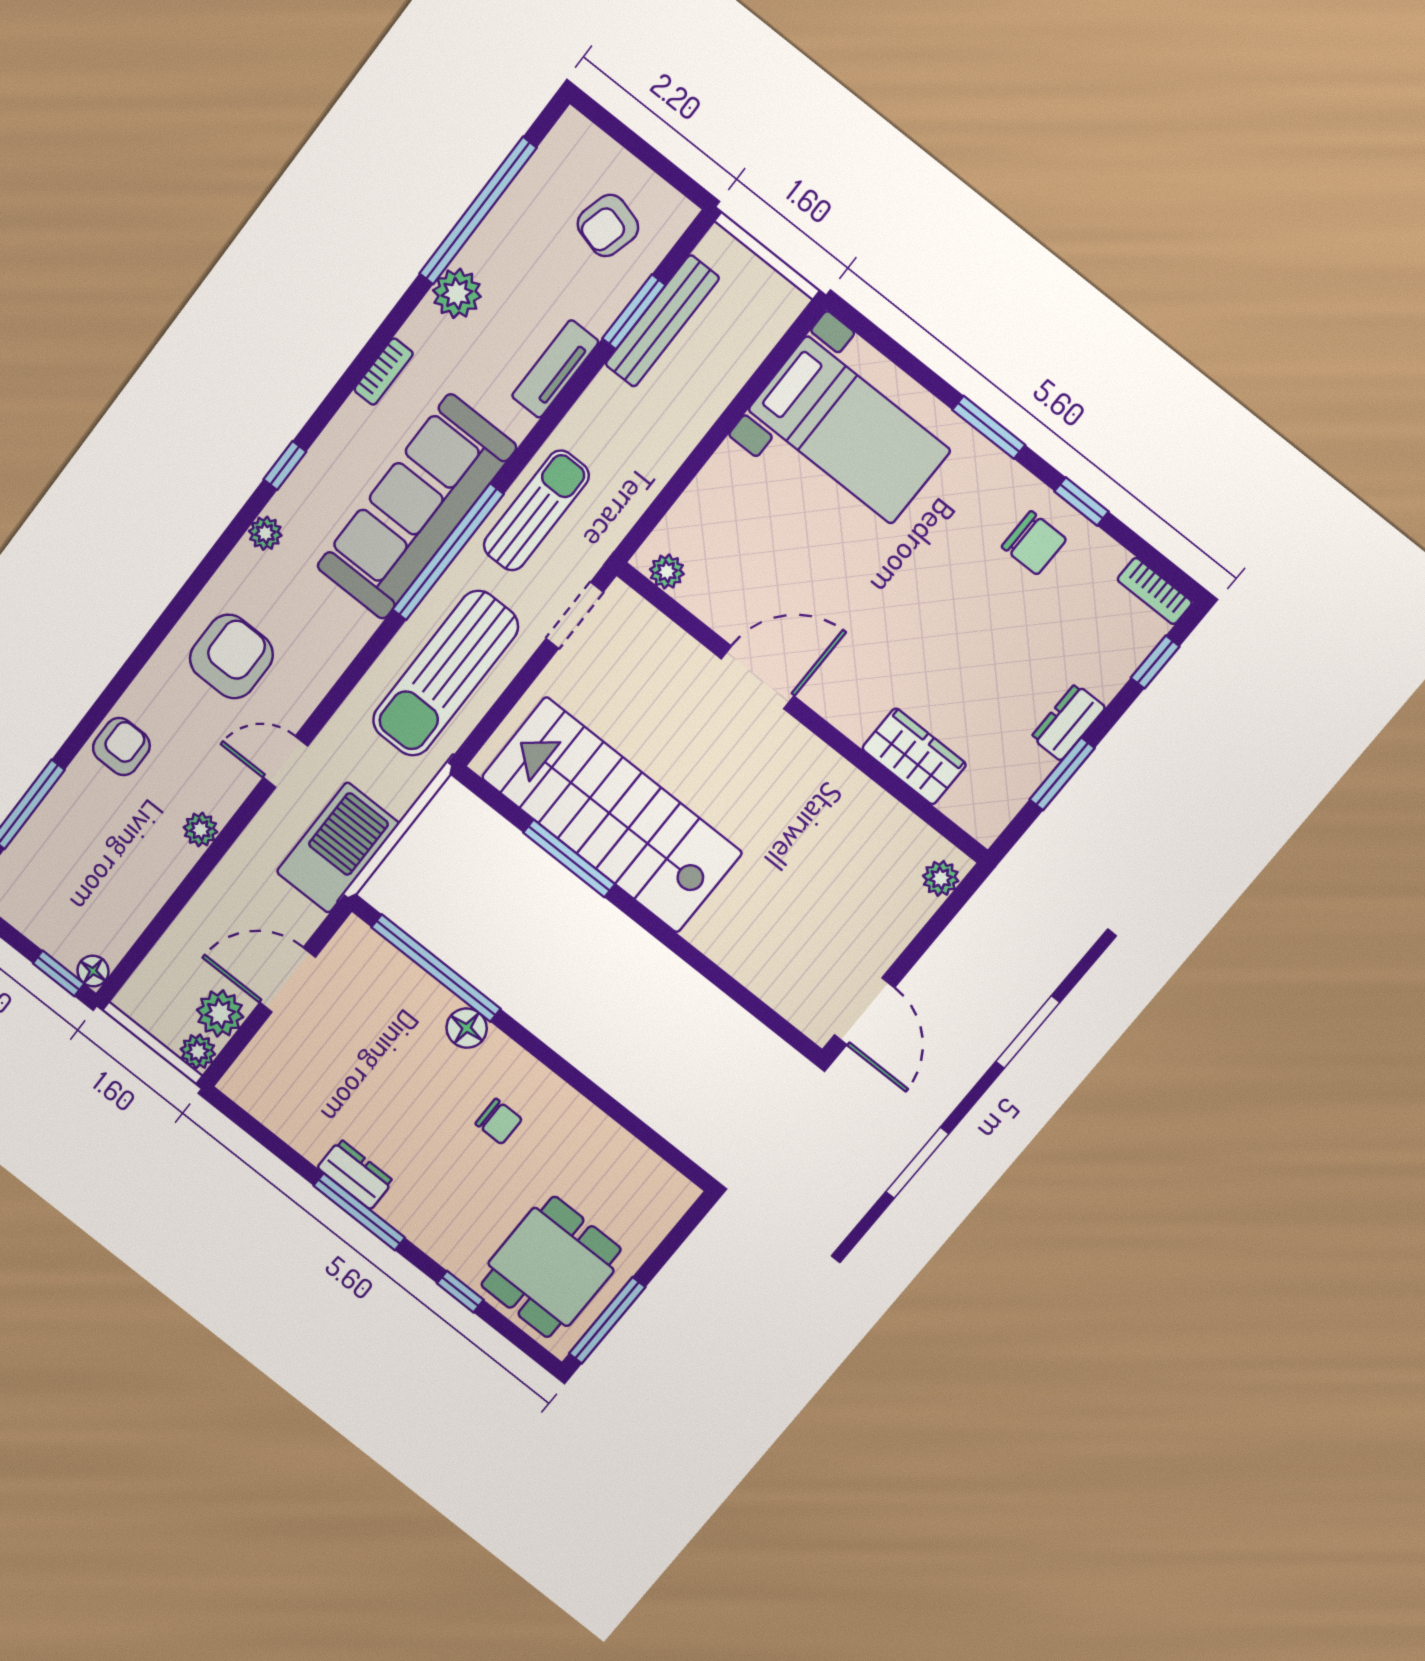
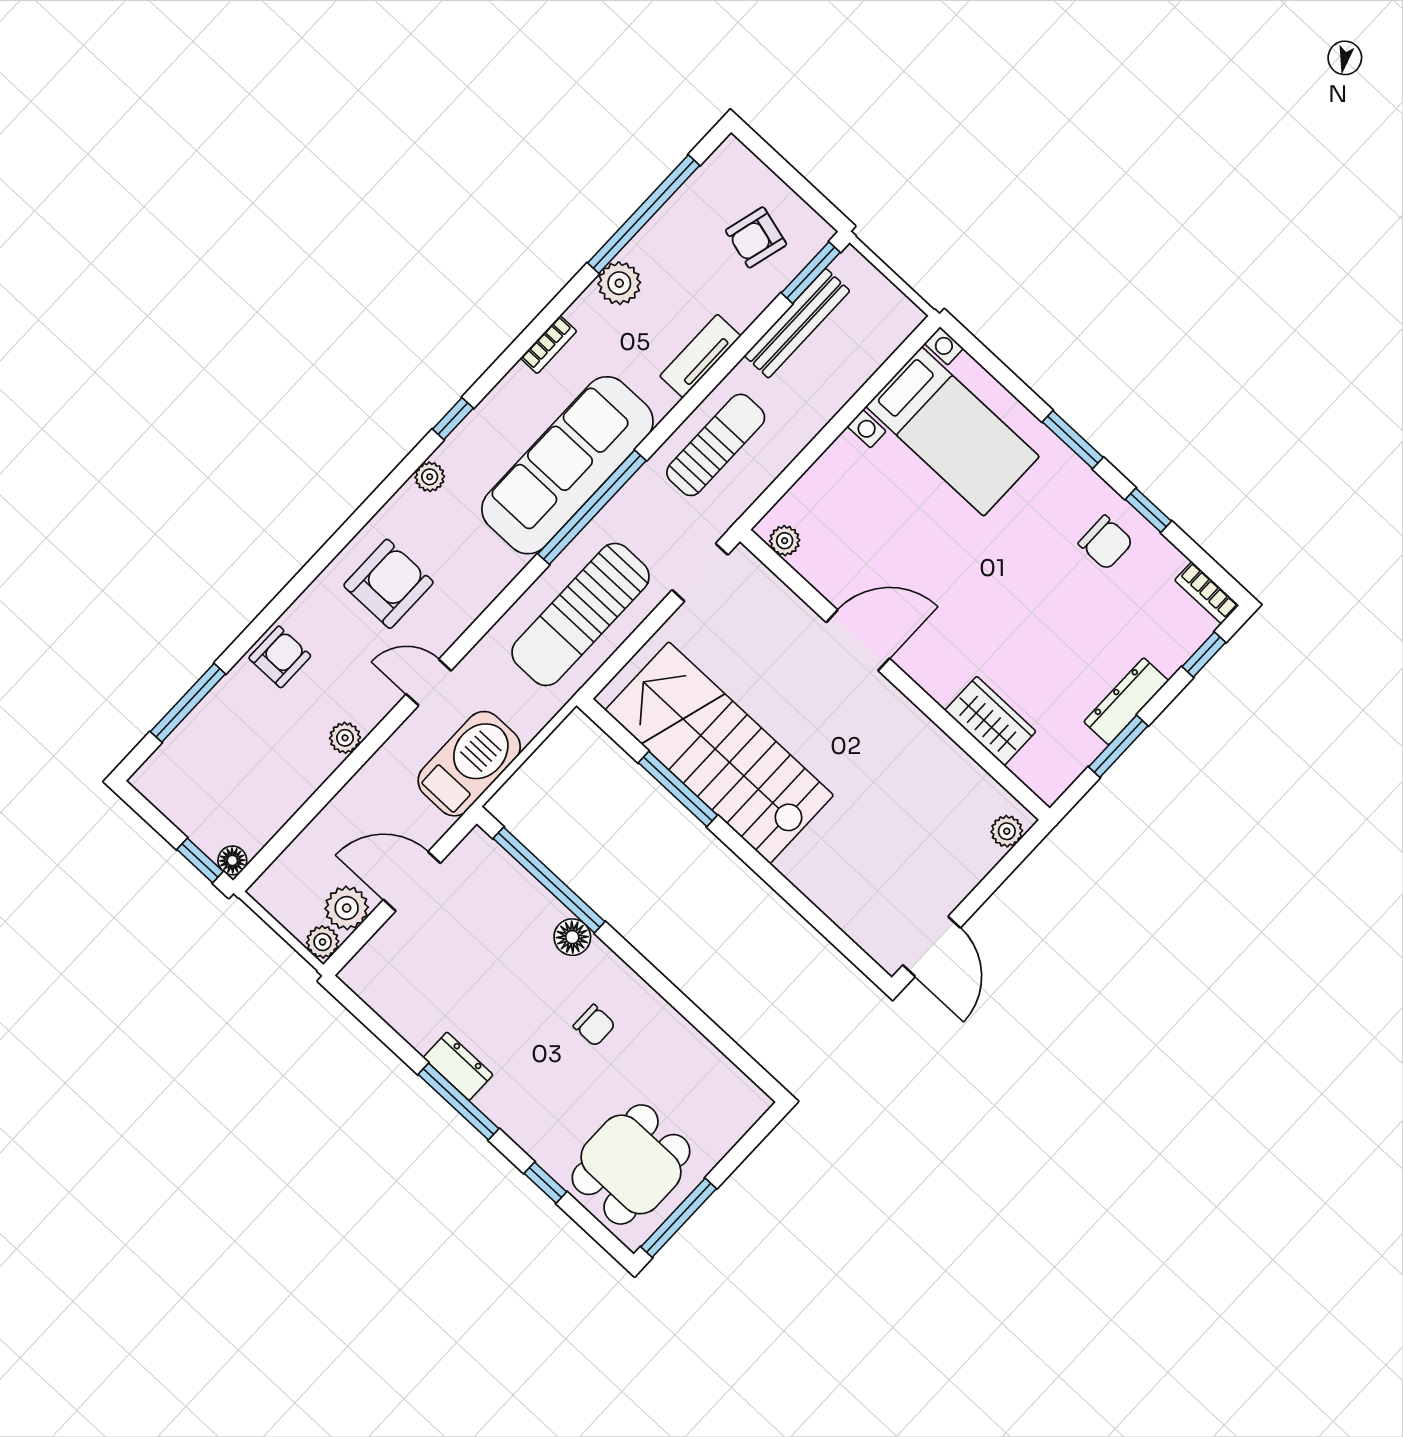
window: (634, 312) -> (811, 273), moved
sun lounger: (536, 511) -> (716, 445), moved
dresser: (1068, 722) -> (1126, 701), width x1.44

